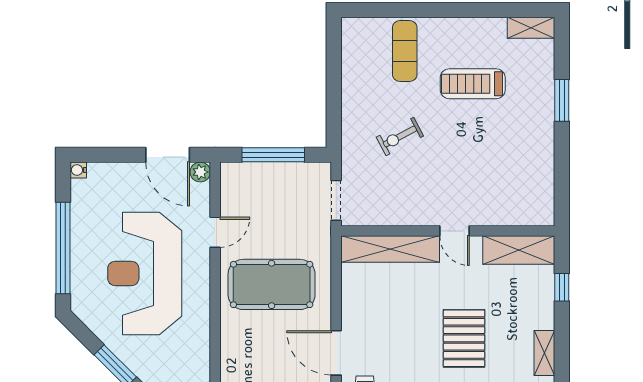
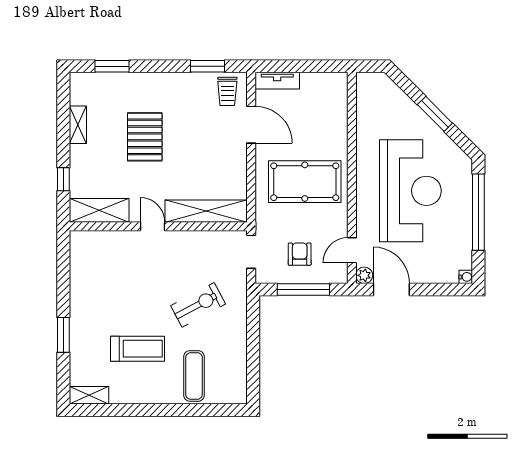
exercise bike: (400, 137) -> (198, 305), width x1.38, depth x1.39
armchair: (278, 197) -> (300, 254), added
door: (215, 232) -> (352, 250), moved

